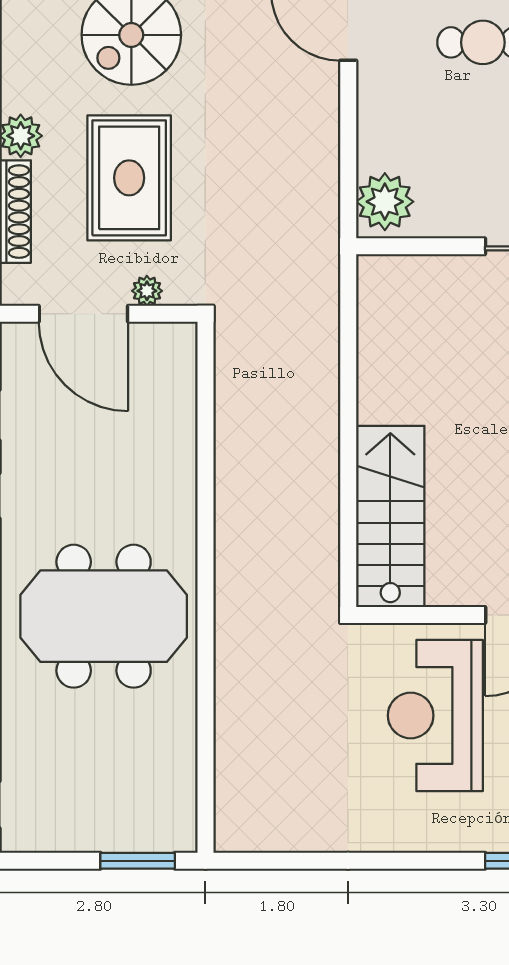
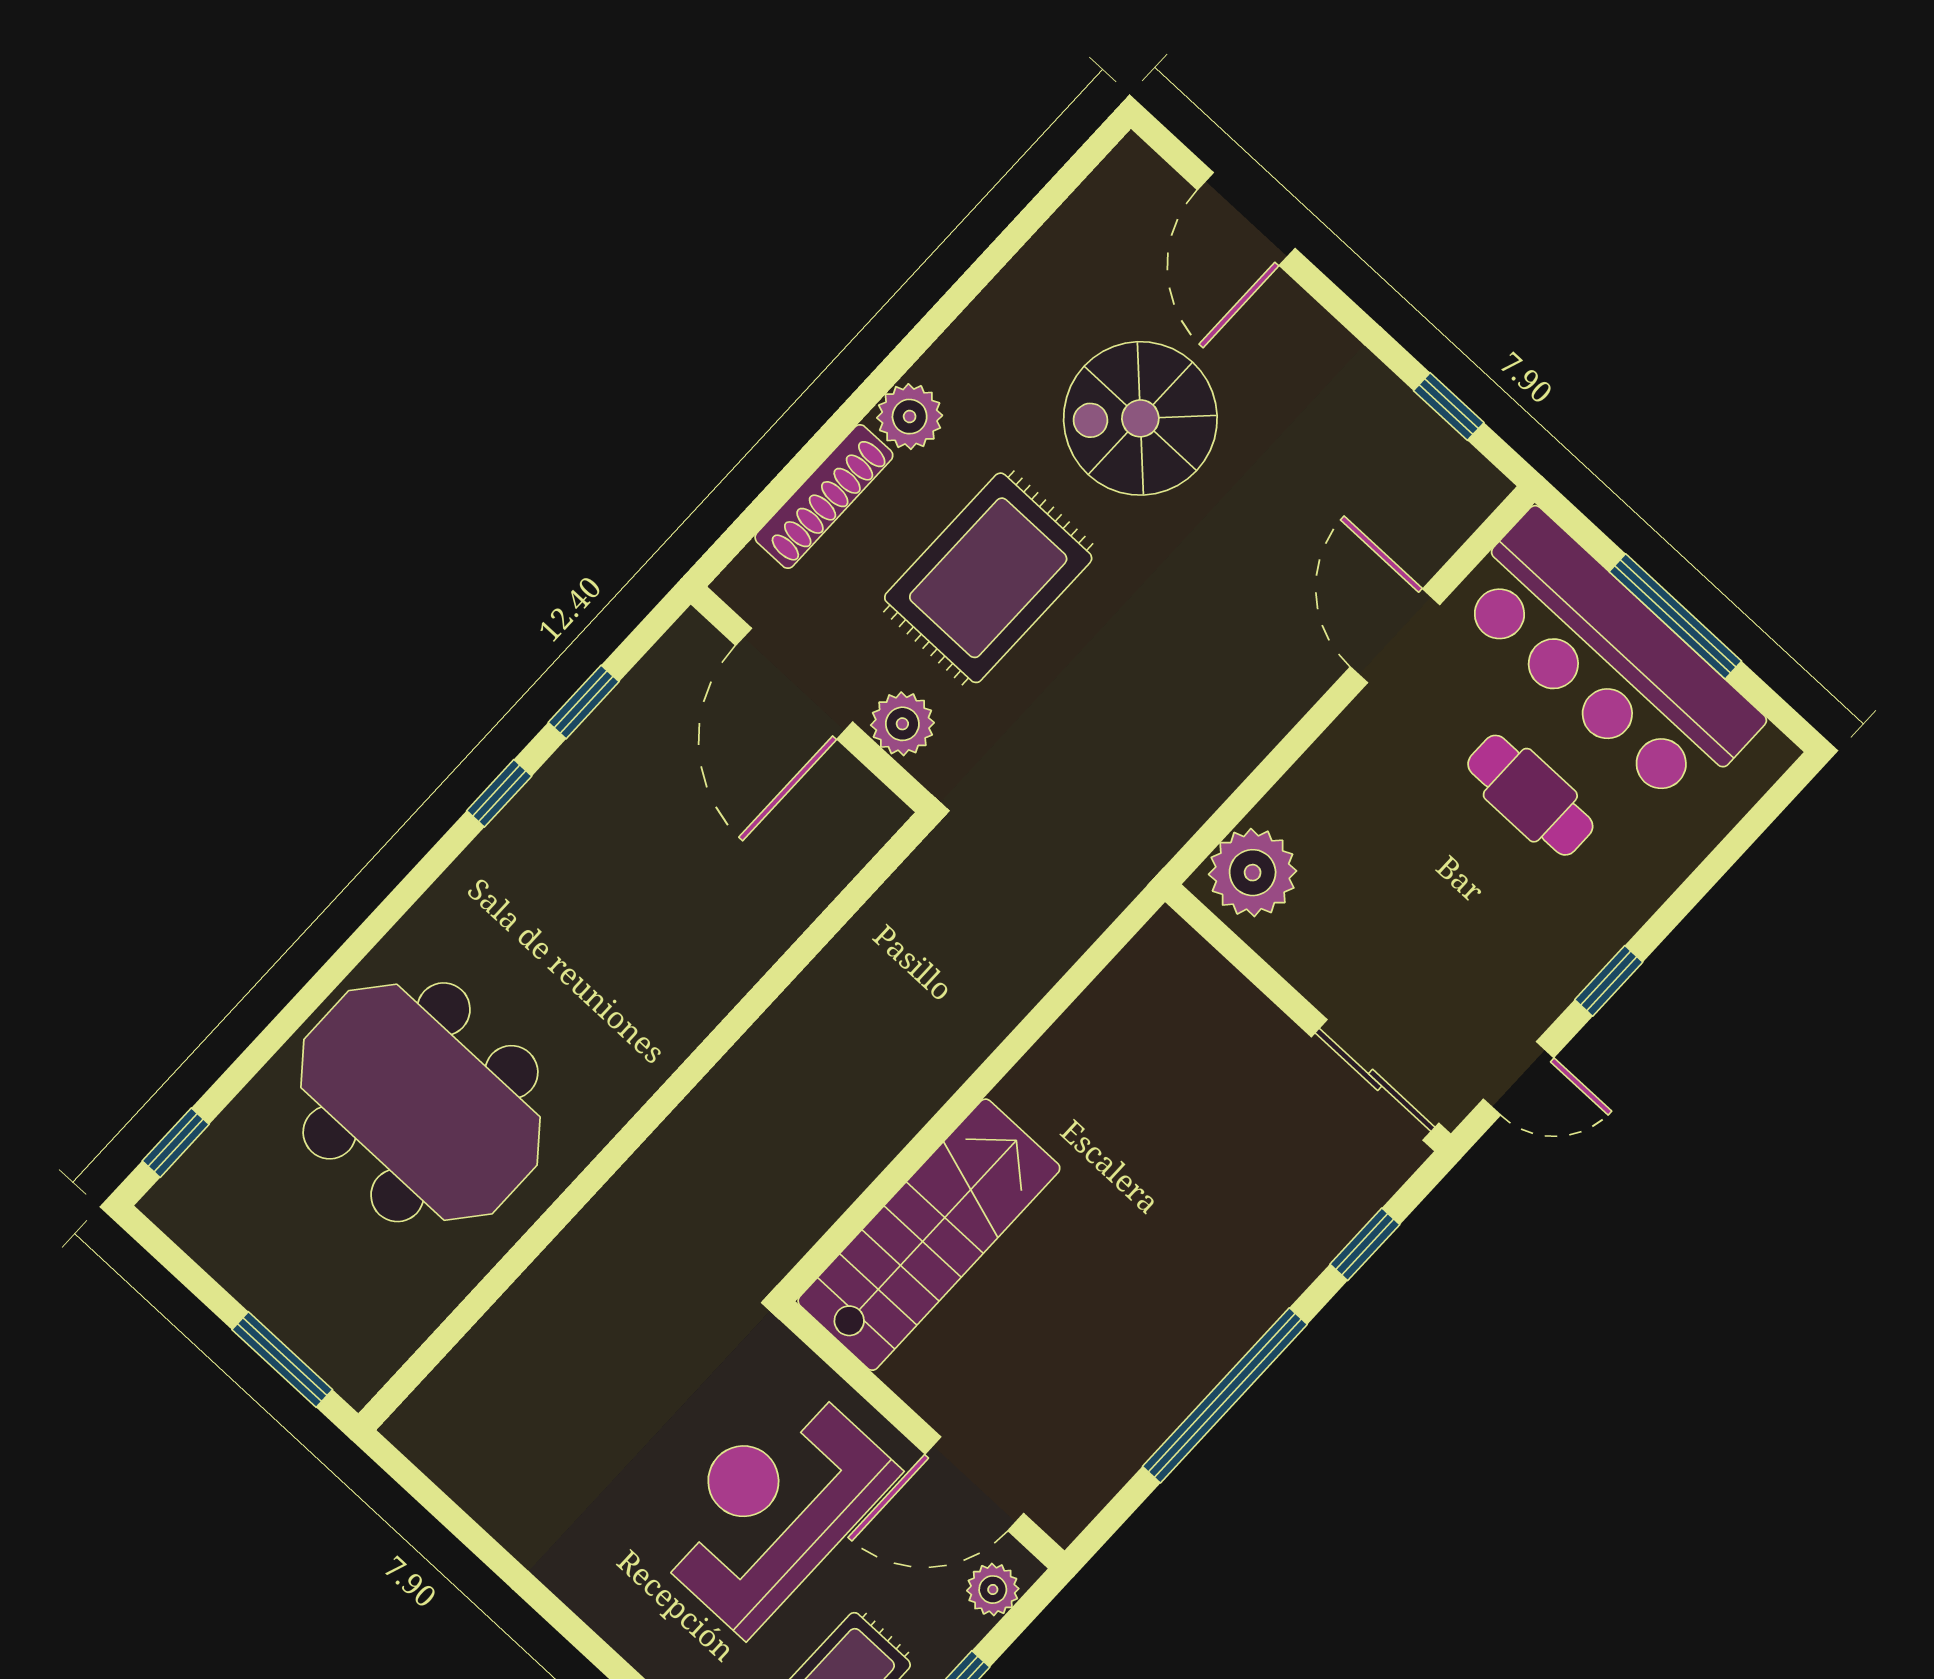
plant: (147, 291) -> (902, 724), width x1.38, depth x1.38
meeting table: (104, 616) -> (420, 1102), moved

